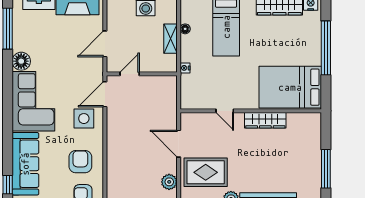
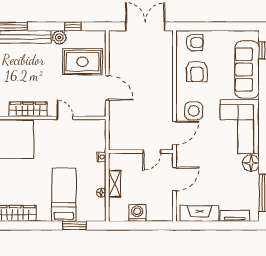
plant: (169, 182) -> (116, 53), removed

